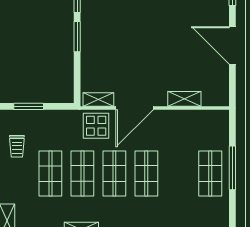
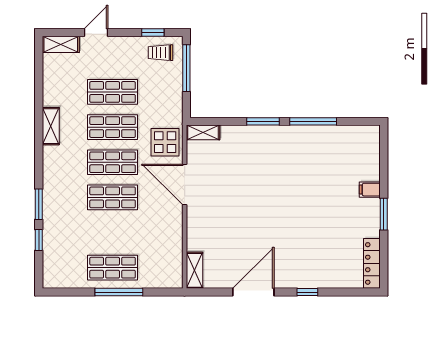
shelving: (184, 99) -> (195, 270), moved
shelving: (98, 100) -> (203, 132), moved, turned 90
window: (29, 106) -> (186, 68), width x1.44
trolley: (17, 146) -> (160, 53), moved

